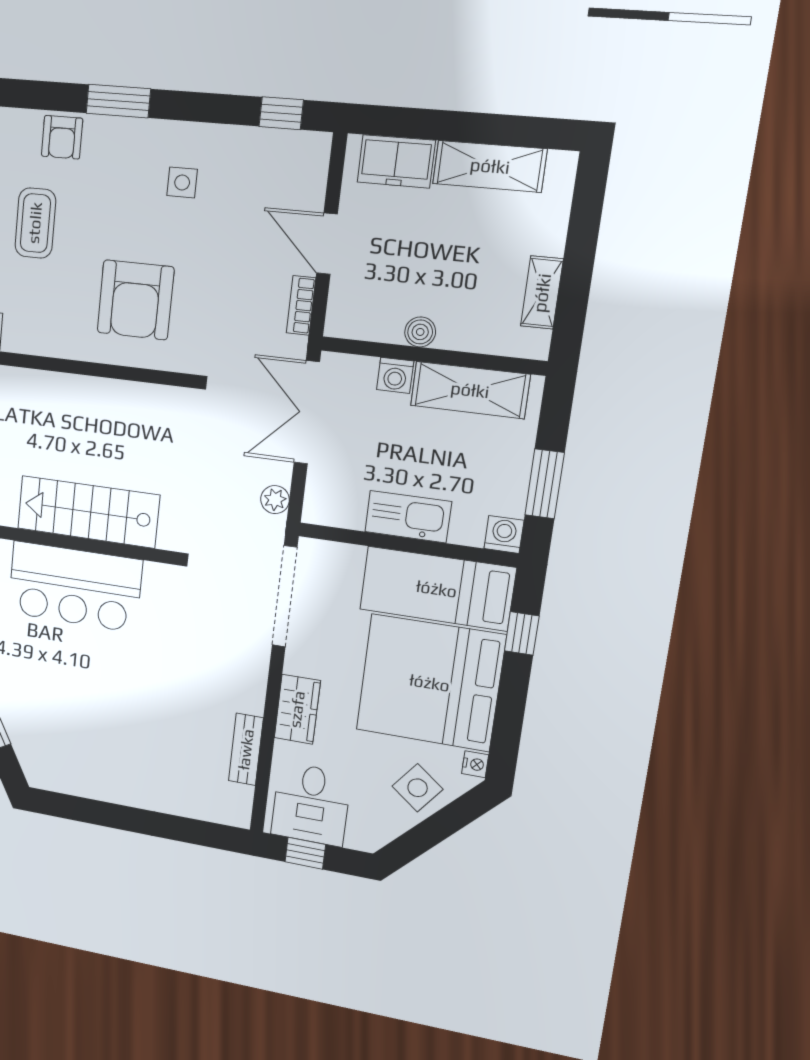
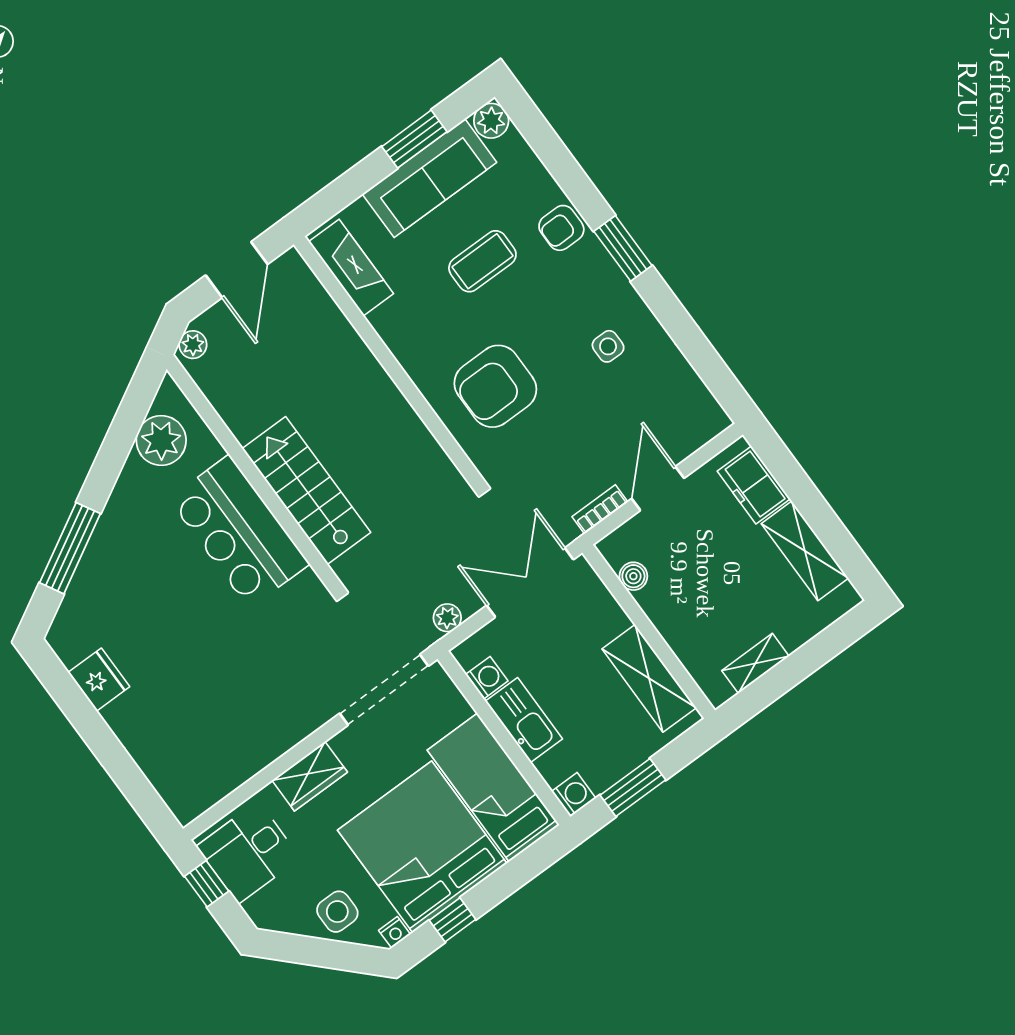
window: (281, 113) -> (716, 375), removed
boiler: (420, 332) -> (633, 576), moved
washing machine: (395, 375) -> (487, 678), moved, turned 180
window: (522, 633) -> (453, 920), moved
bench: (246, 749) -> (242, 769), removed
fridge: (91, 780) -> (99, 680), added
side table: (417, 788) -> (337, 912), turned -38

